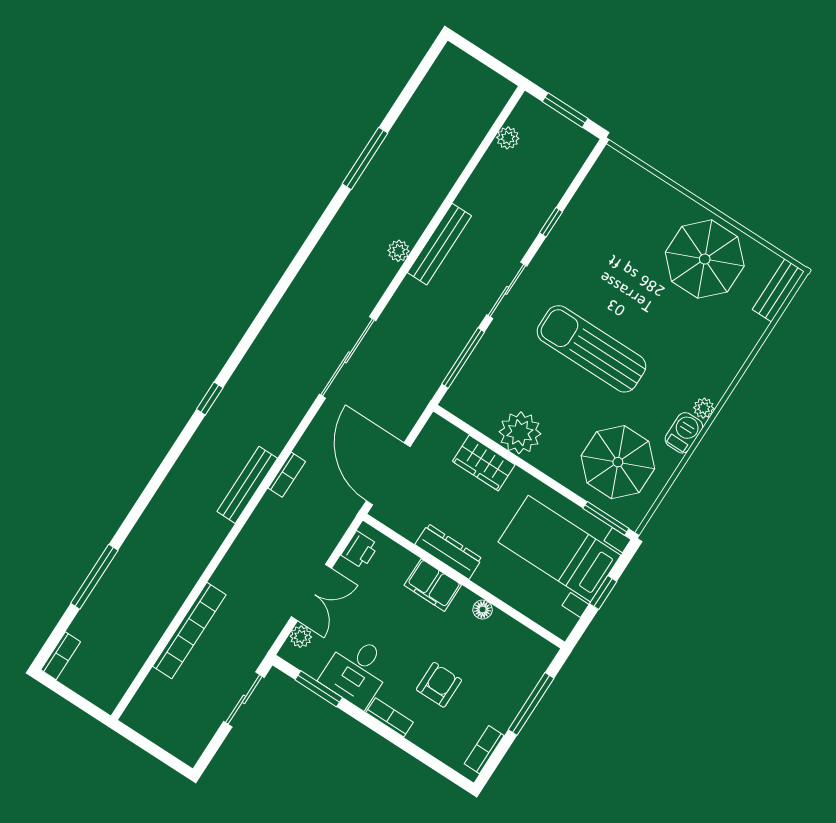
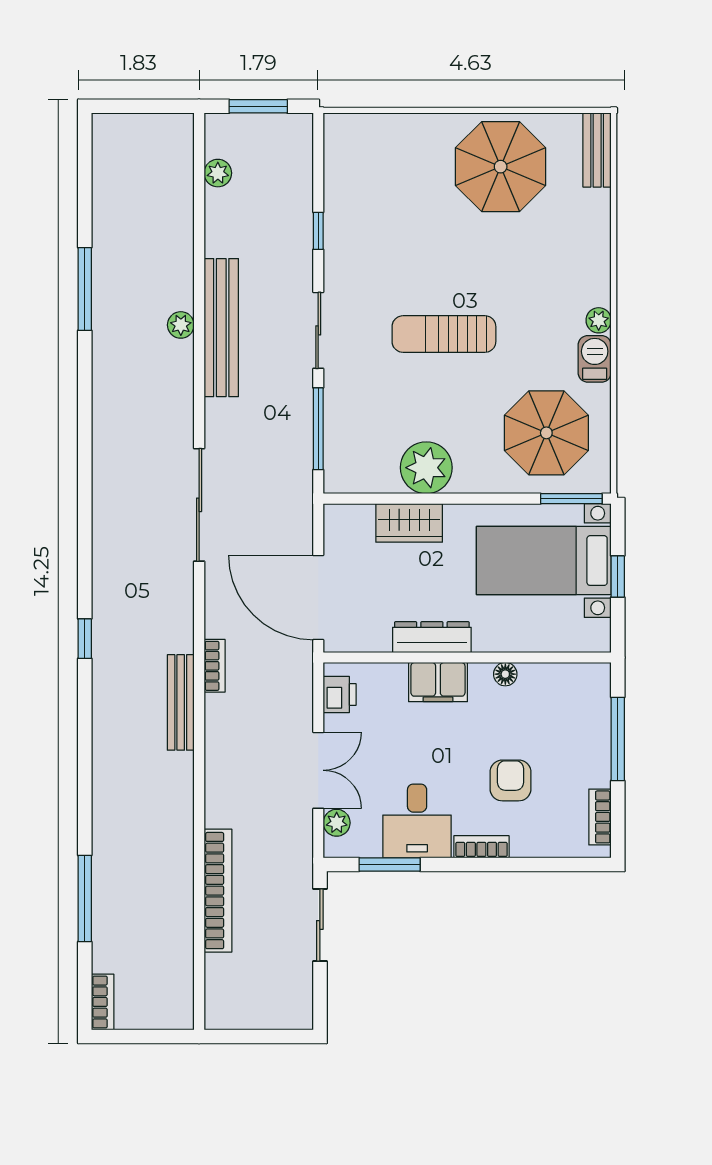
bench: (439, 244) -> (221, 328), width x1.37, depth x1.21
plant: (399, 251) -> (181, 325), moved
sun lounger: (591, 349) -> (444, 334), width x0.73, depth x0.75

